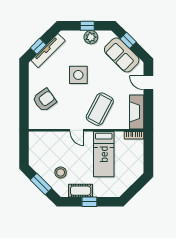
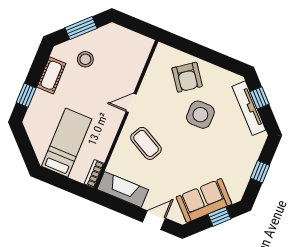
plant: (91, 37) -> (243, 170), removed
side table: (78, 75) -> (200, 115), moved
coffee table: (100, 109) -> (146, 143), width x0.73, depth x0.76
bed: (104, 154) -> (67, 143), moved, turned 90
window: (89, 202) -> (26, 95), moved

